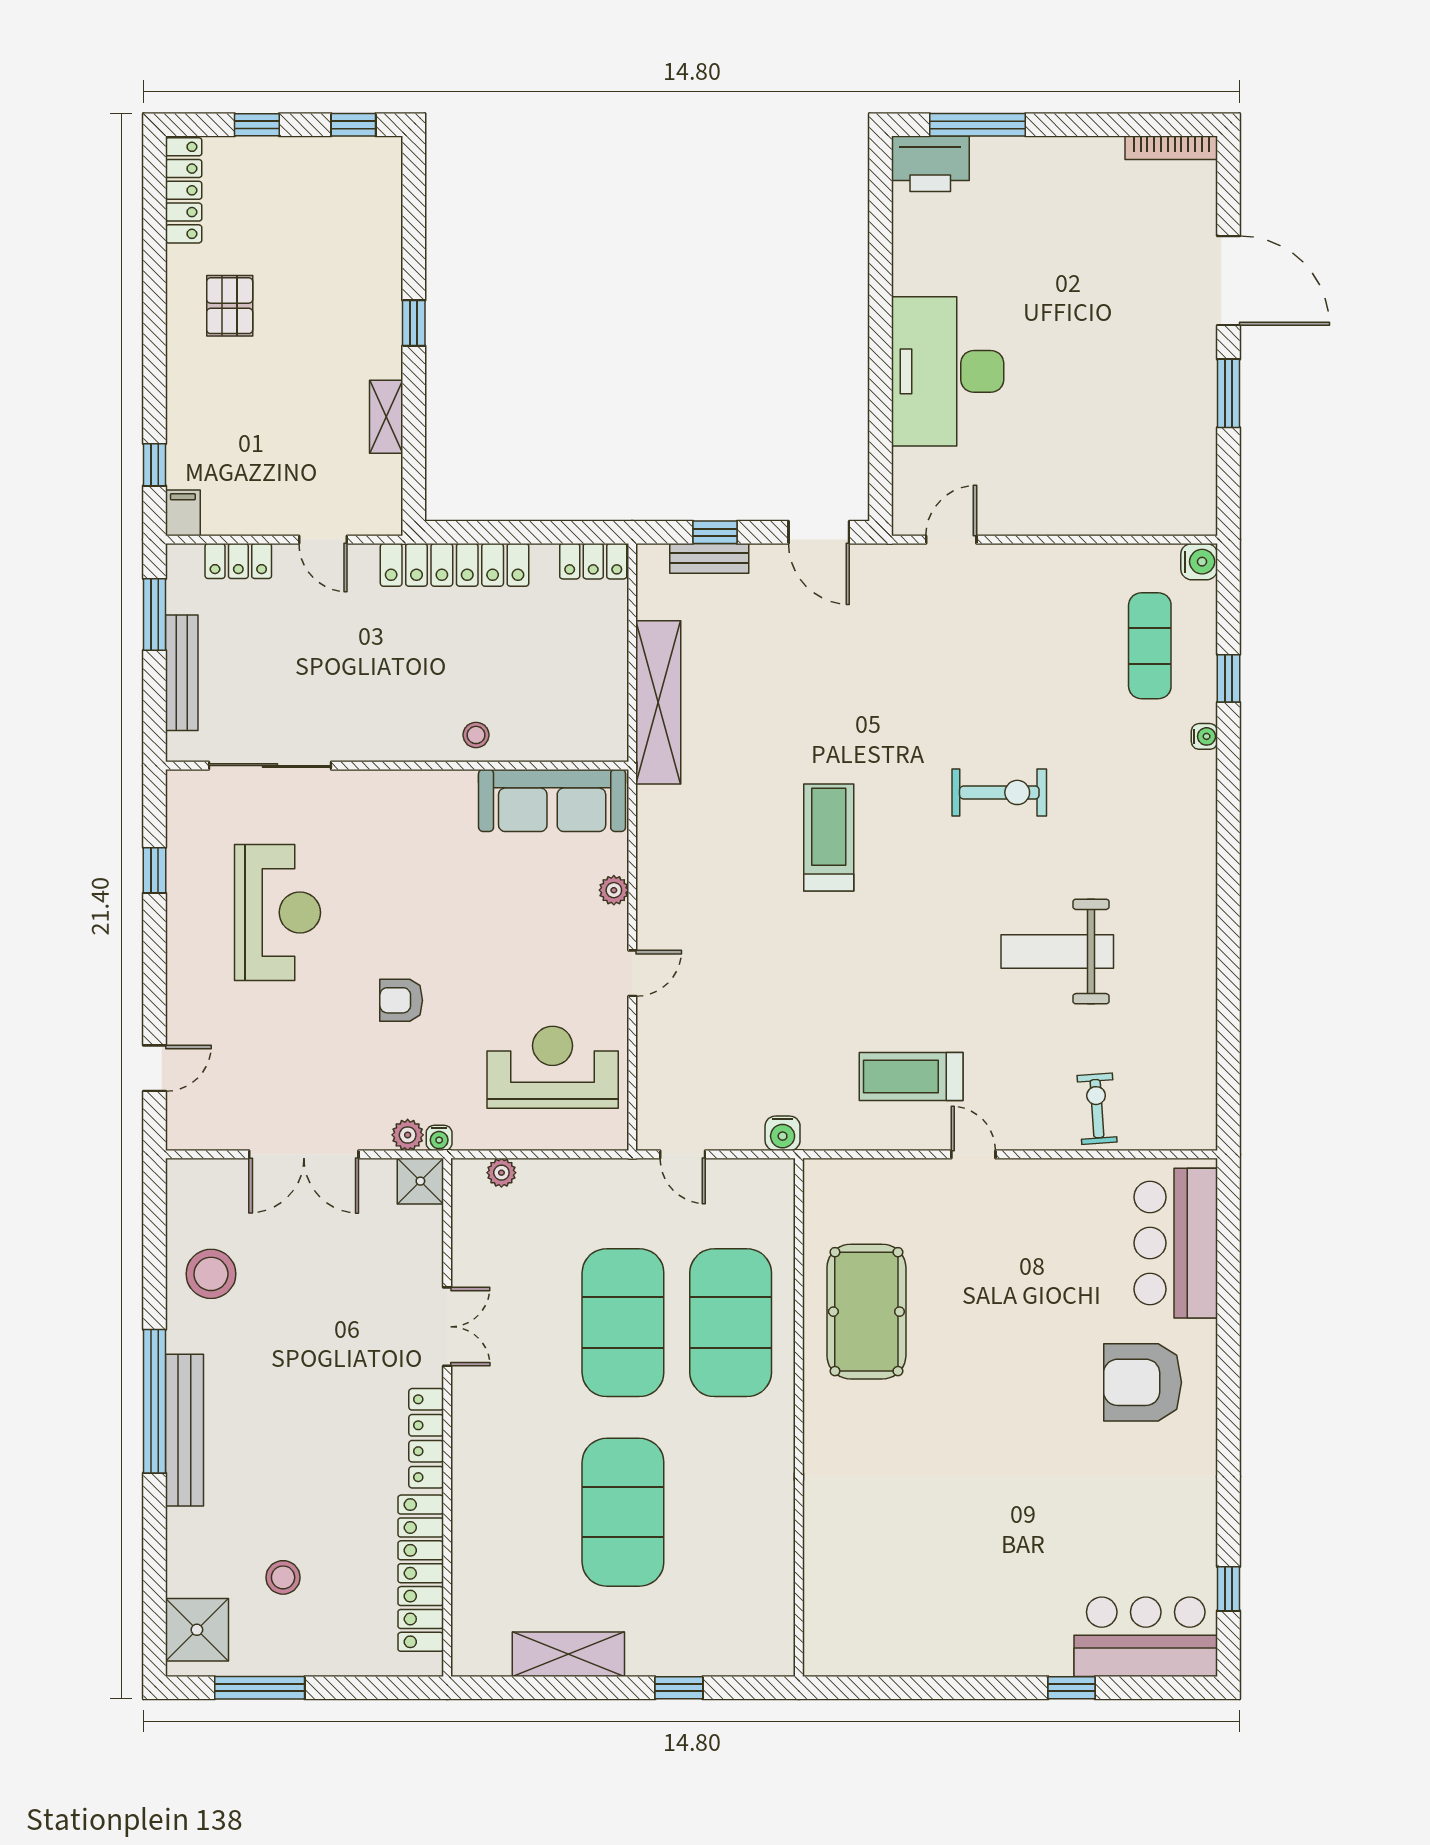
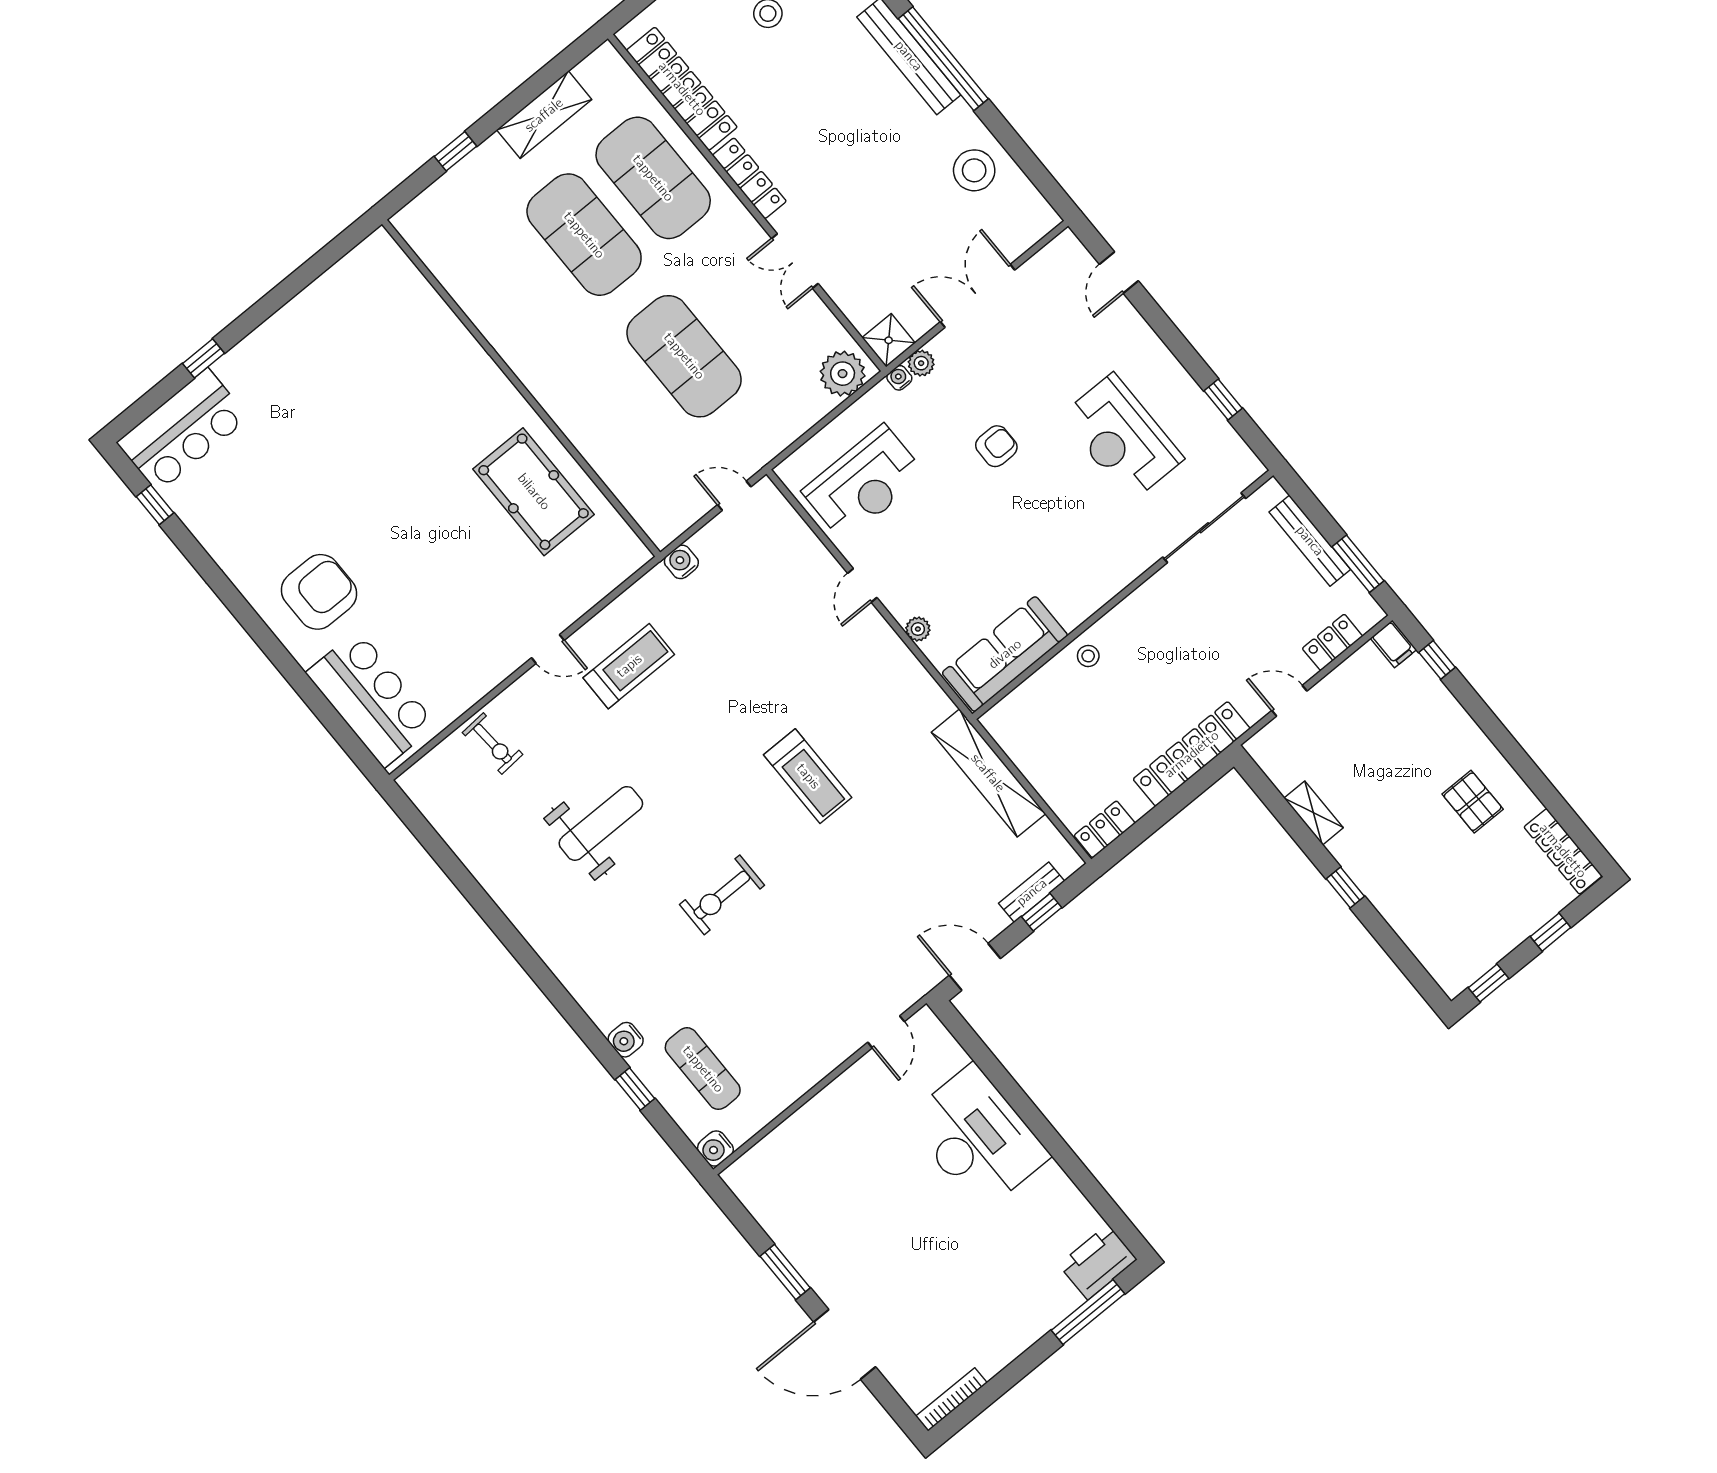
water cooler: (1204, 736) -> (626, 1040), width x1.38, depth x1.38
plant: (501, 1173) -> (843, 374), width x1.88, depth x1.88
exercise mat: (731, 1323) -> (653, 178), moved

